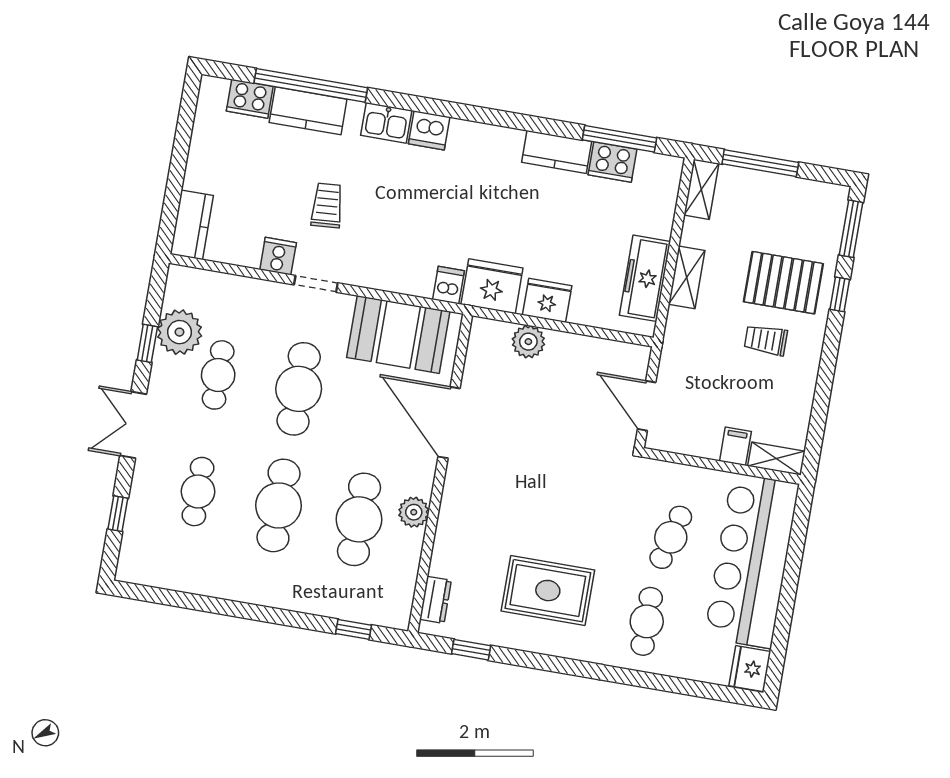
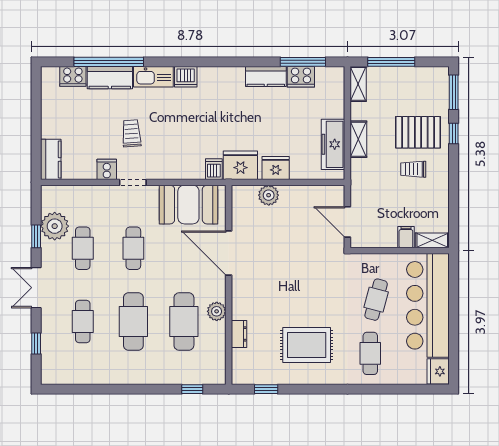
kitchen sink: (386, 123) -> (153, 77), width x1.38
cafe table: (299, 389) -> (133, 248), width x0.73, depth x0.74
dresser: (435, 600) -> (239, 334), moved

